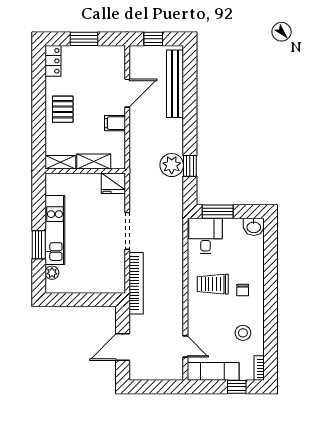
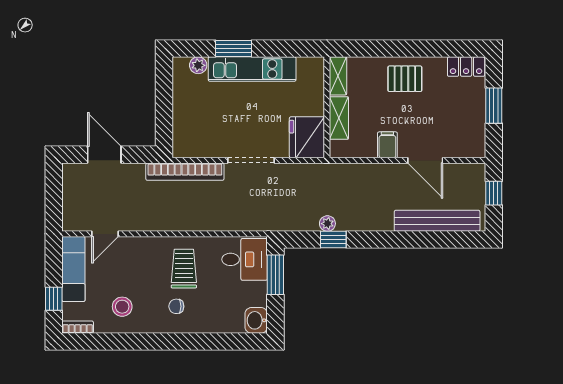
plant: (172, 165) -> (327, 224), width x0.53, depth x0.53
fridge: (113, 183) -> (307, 137), width x1.36, depth x1.34

